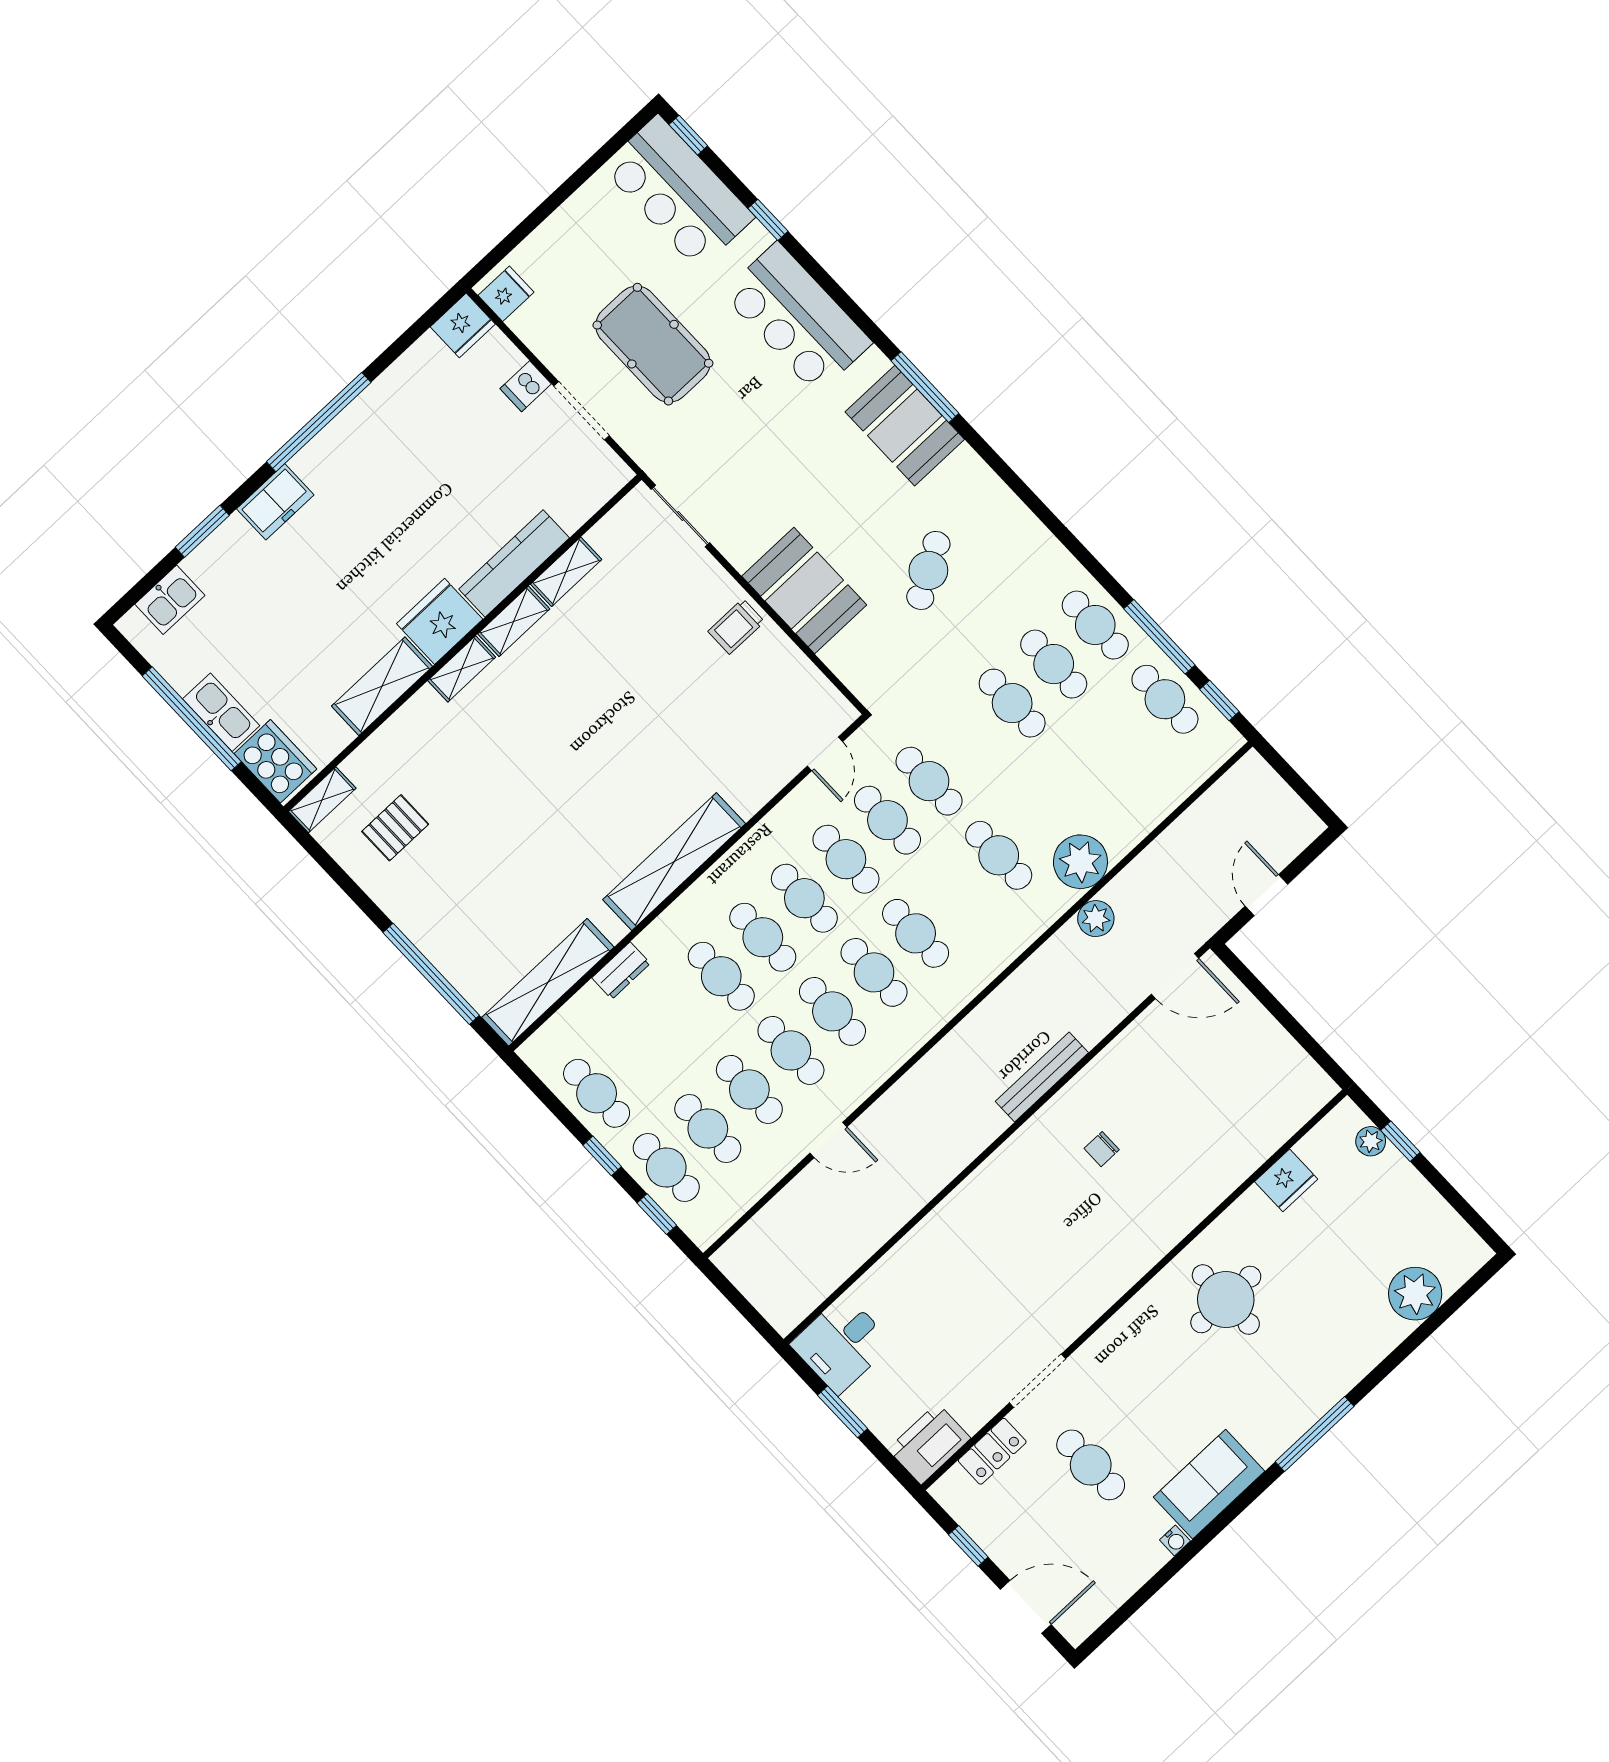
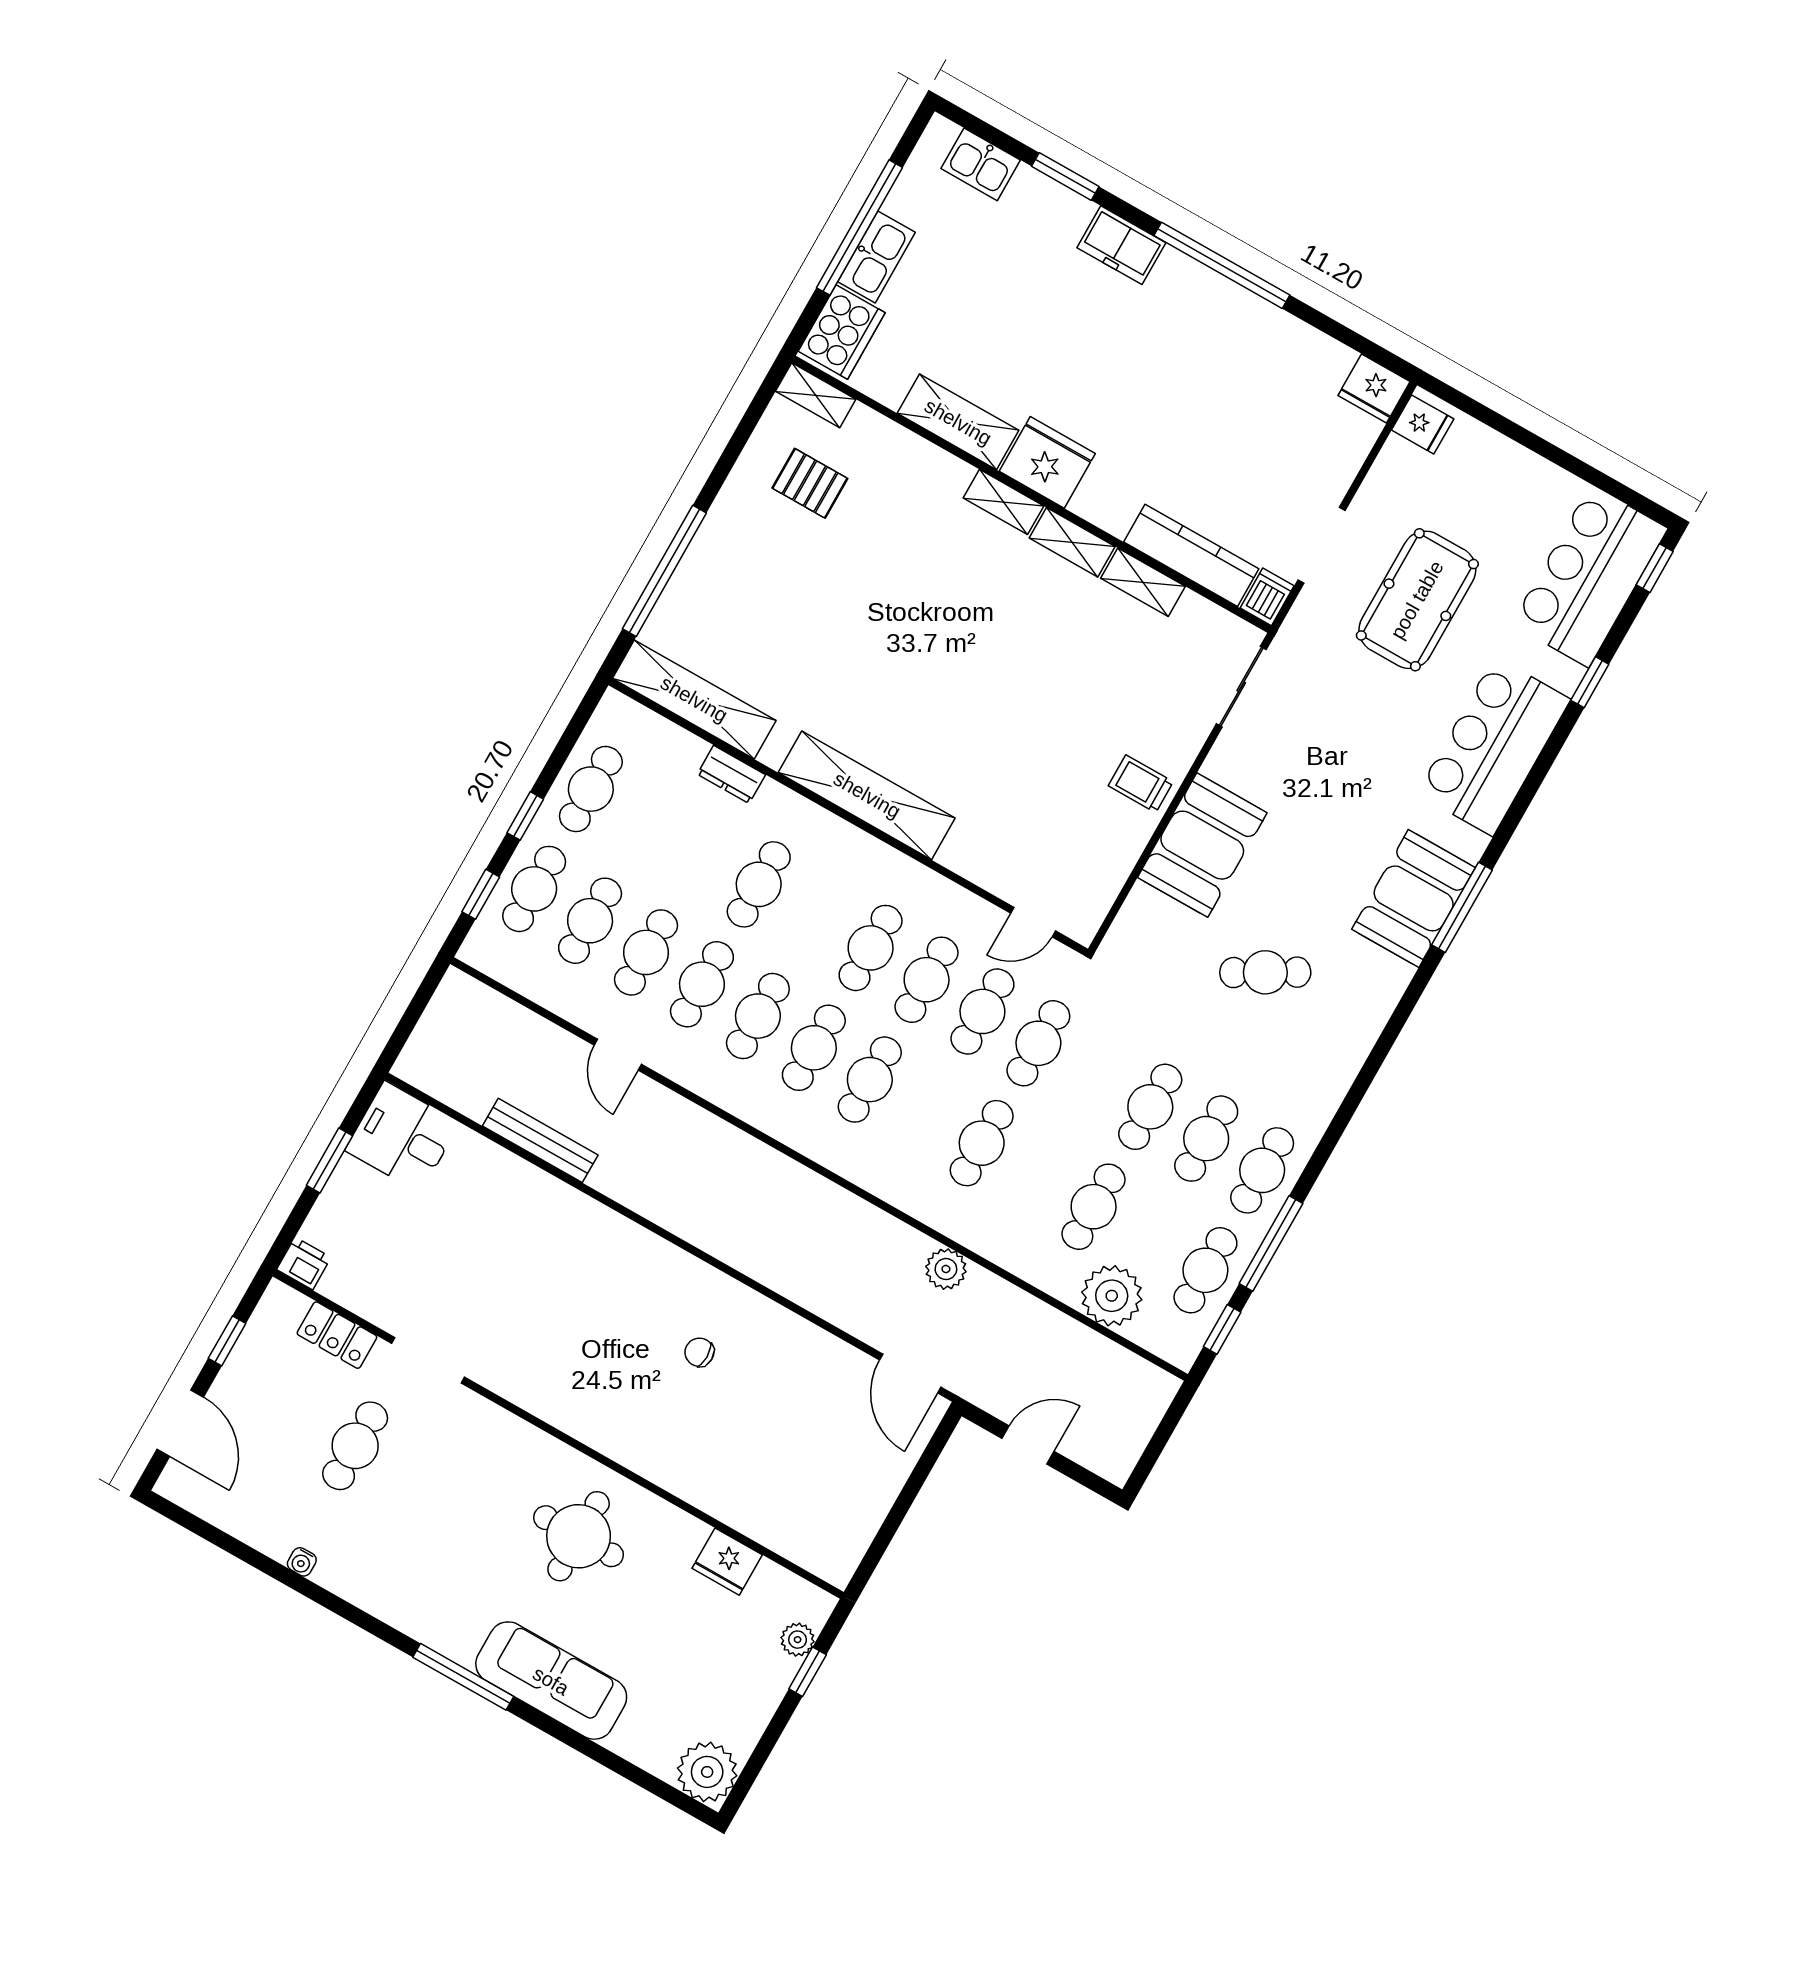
dishwasher: (526, 386) -> (1267, 597), moved, turned 90
kitchen counter: (514, 563) -> (1191, 555), moved
plant: (1080, 862) -> (1112, 1296), moved
cafe table: (763, 937) -> (1094, 1207), moved
bench: (1042, 1077) -> (540, 1140), moved
plant: (1415, 1294) -> (707, 1772), moved
printer: (929, 1444) -> (304, 1263), width x0.53, depth x0.68
sofa: (1209, 1484) -> (551, 1681), moved, width x1.36

